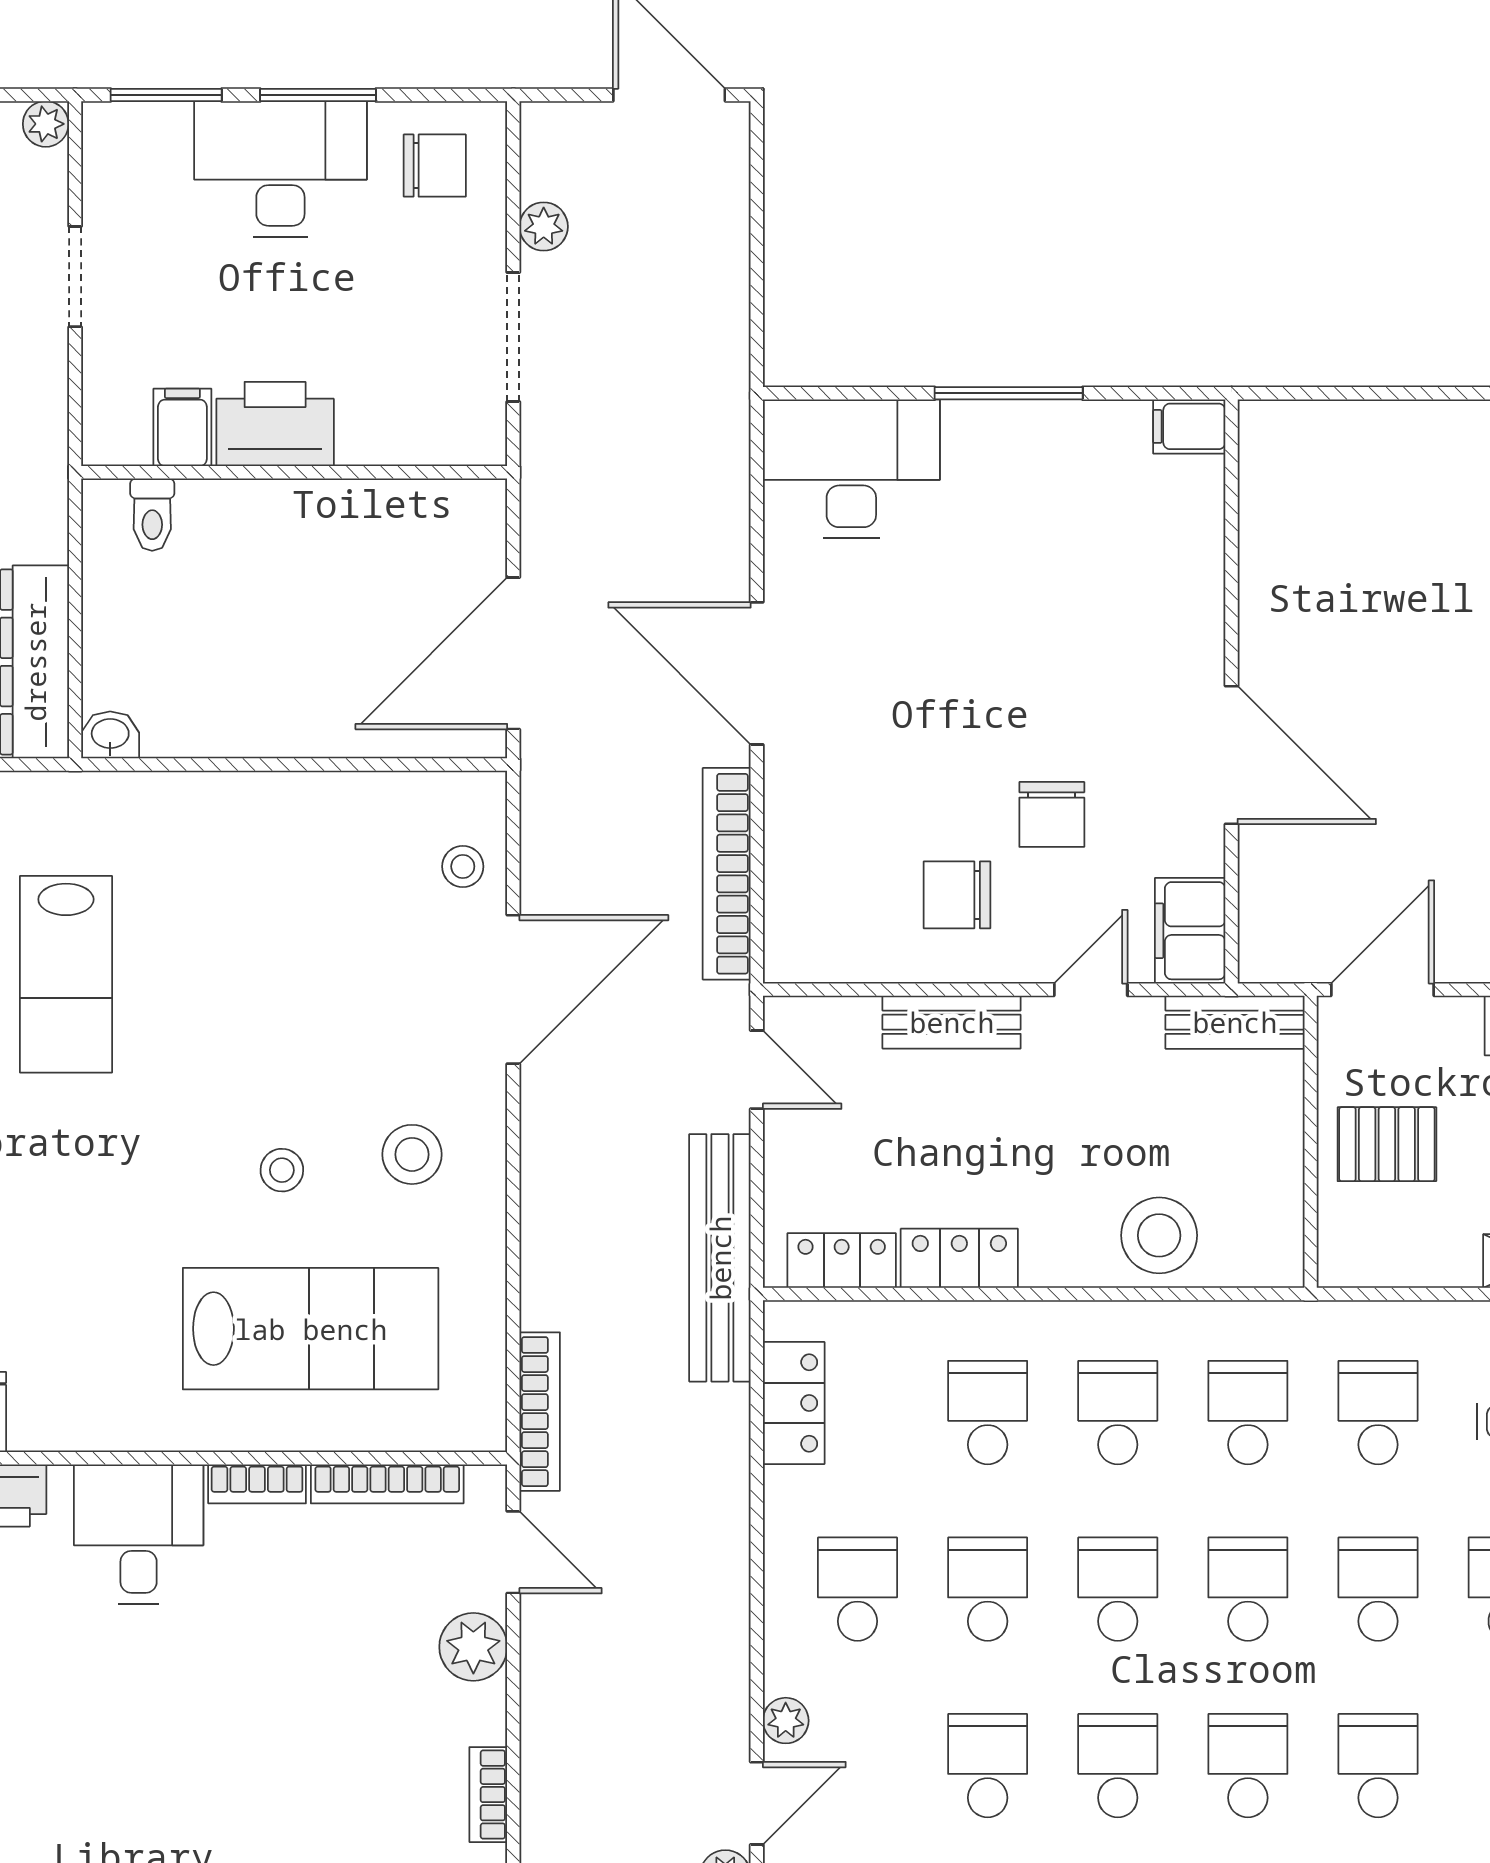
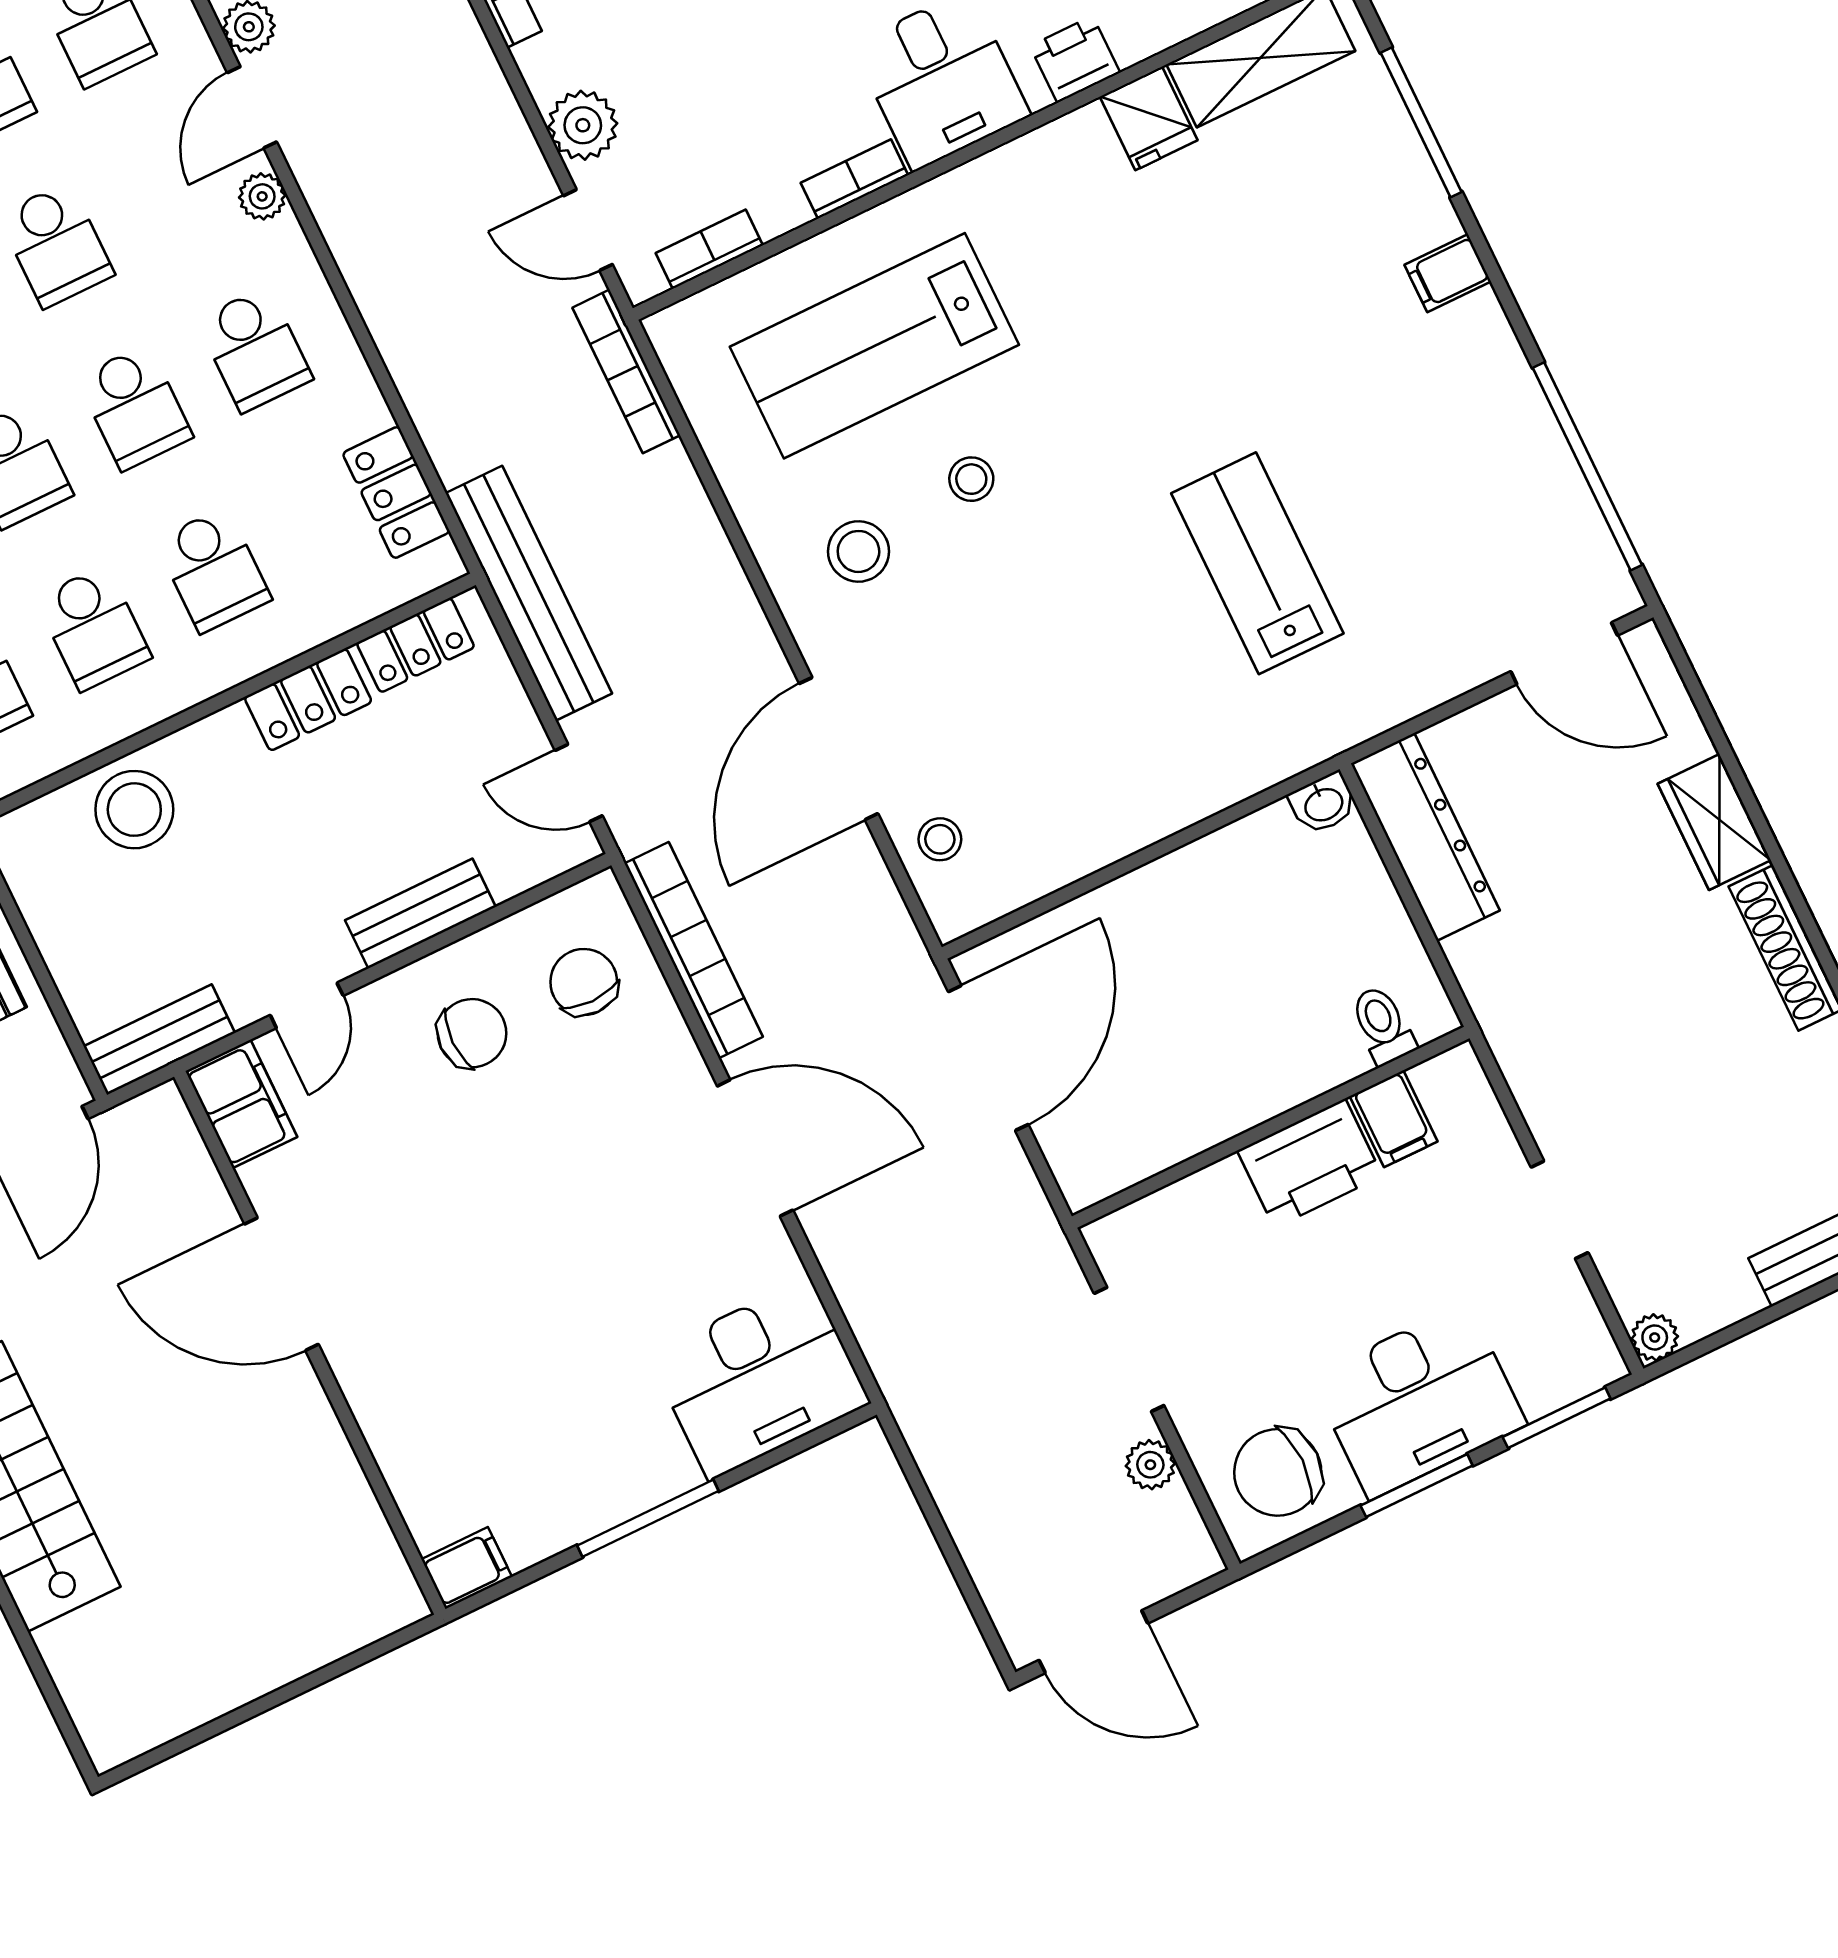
chair: (435, 166) -> (1278, 1472), width x1.37, depth x1.37
chair: (1052, 814) -> (584, 982), moved
bookcase: (387, 1484) -> (709, 249), width x0.64

